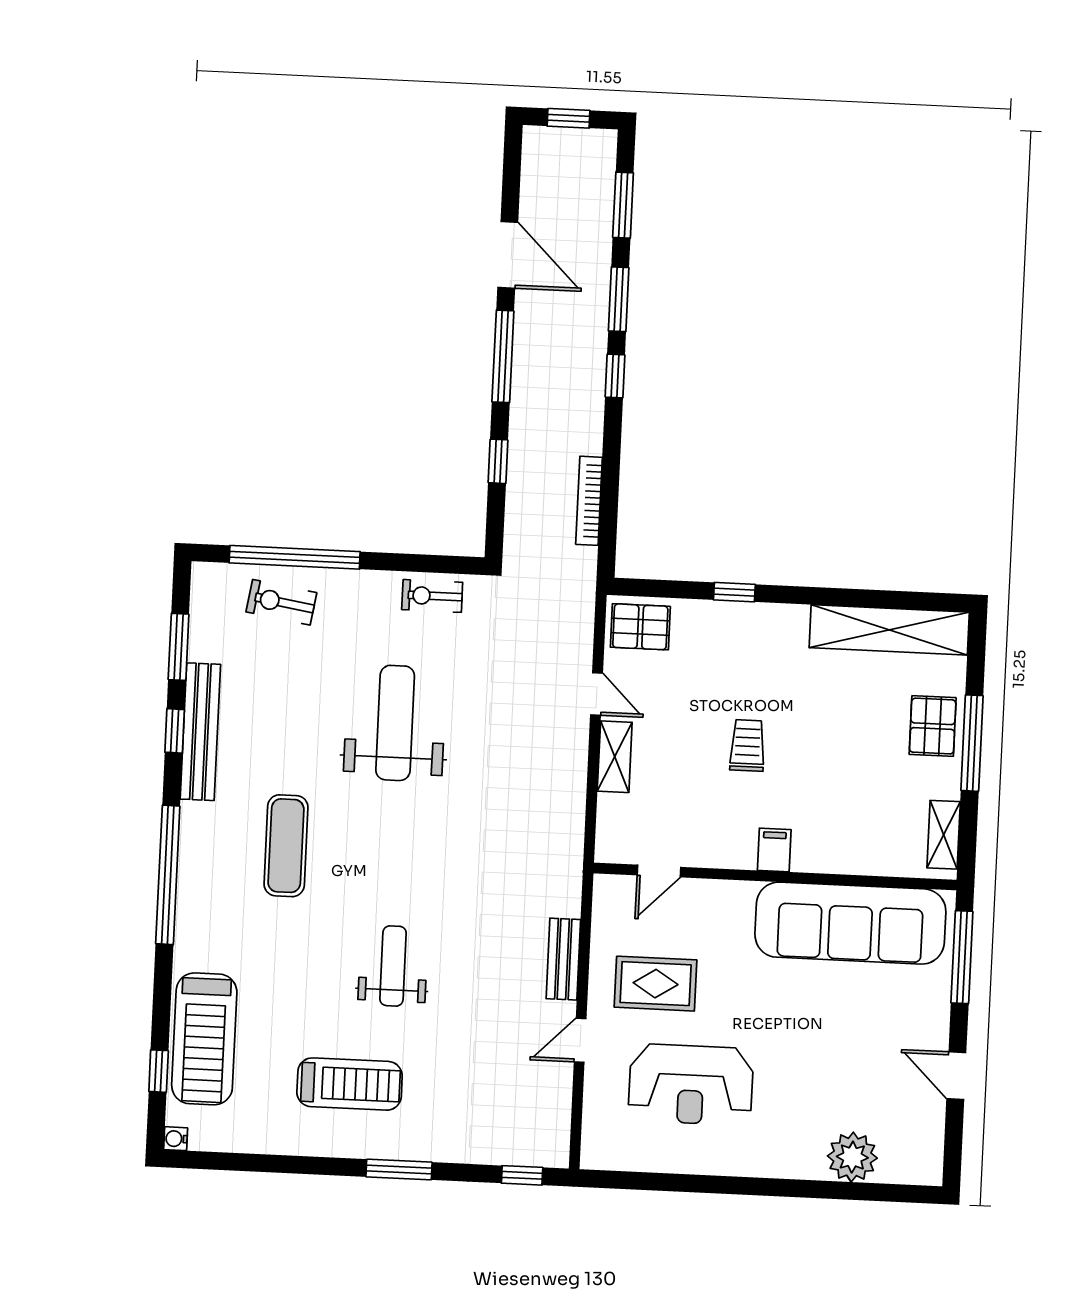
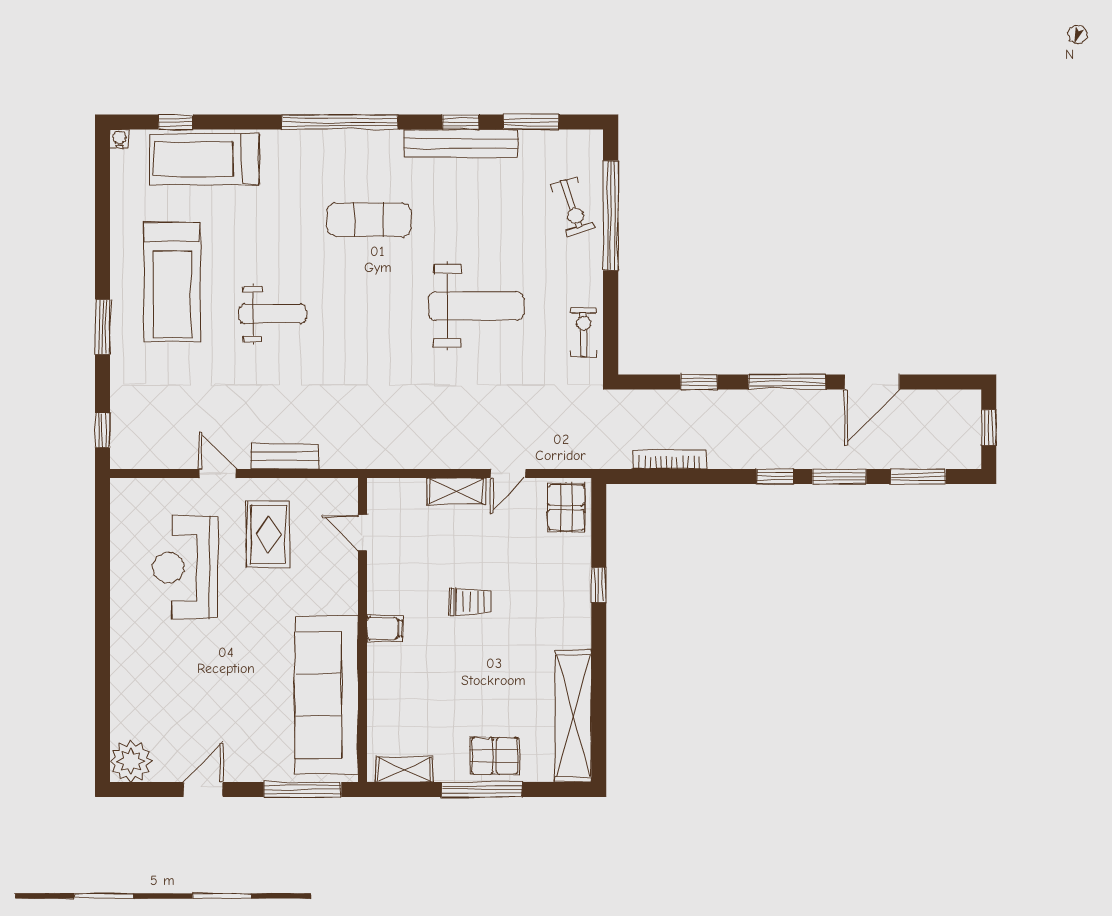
exercise bike: (281, 602) -> (572, 206), turned 152
treadmill: (350, 1084) -> (172, 282), width x1.37, depth x1.38
plant: (852, 1157) -> (131, 761), moved

